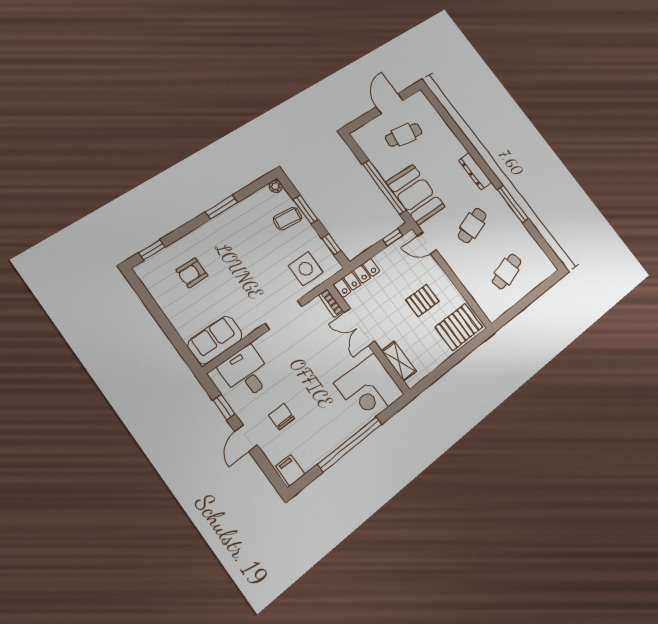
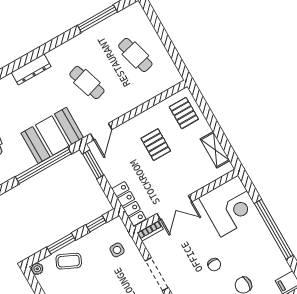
window: (513, 204) -> (97, 19), moved
coffee table: (288, 219) -> (69, 261), turned -71
window: (393, 237) -> (93, 164), width x1.50
side table: (306, 269) -> (117, 250), width x0.54, depth x0.54
pallet: (459, 327) -> (184, 113), width x0.67, depth x0.71
shelving: (399, 361) -> (215, 150), moved, turned 90
chair: (302, 379) -> (214, 265), added

